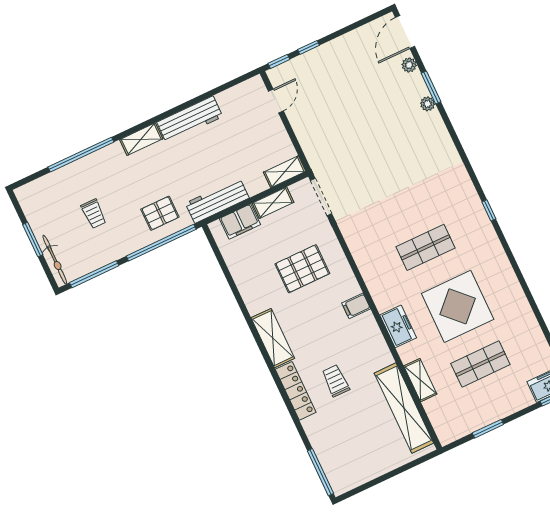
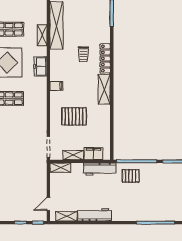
shelving: (141, 139) -> (66, 216), moved
trolley: (94, 214) -> (163, 191), removed

